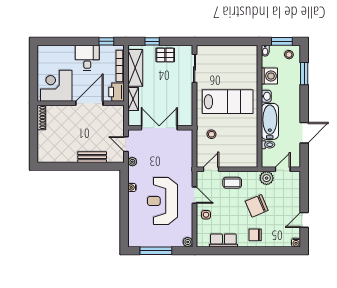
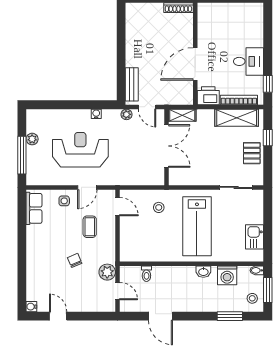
kitchen sink: (237, 53) -> (255, 237), added
corner desk: (56, 86) -> (216, 25), removed
shelving: (133, 99) -> (182, 115), moved
door: (89, 103) -> (195, 64), swing flipped
bathtub: (270, 121) -> (174, 276), removed
door: (126, 144) -> (147, 107), swing flipped
bench: (92, 157) -> (132, 84), moved
coffee table: (232, 183) -> (90, 227), moved
chair: (257, 206) -> (75, 260), width x0.54, depth x0.54
chair: (255, 235) -> (41, 259), removed
row of seats: (223, 240) -> (34, 208), moved
plant: (188, 242) -> (32, 139), moved
window: (156, 251) -> (22, 155), moved

